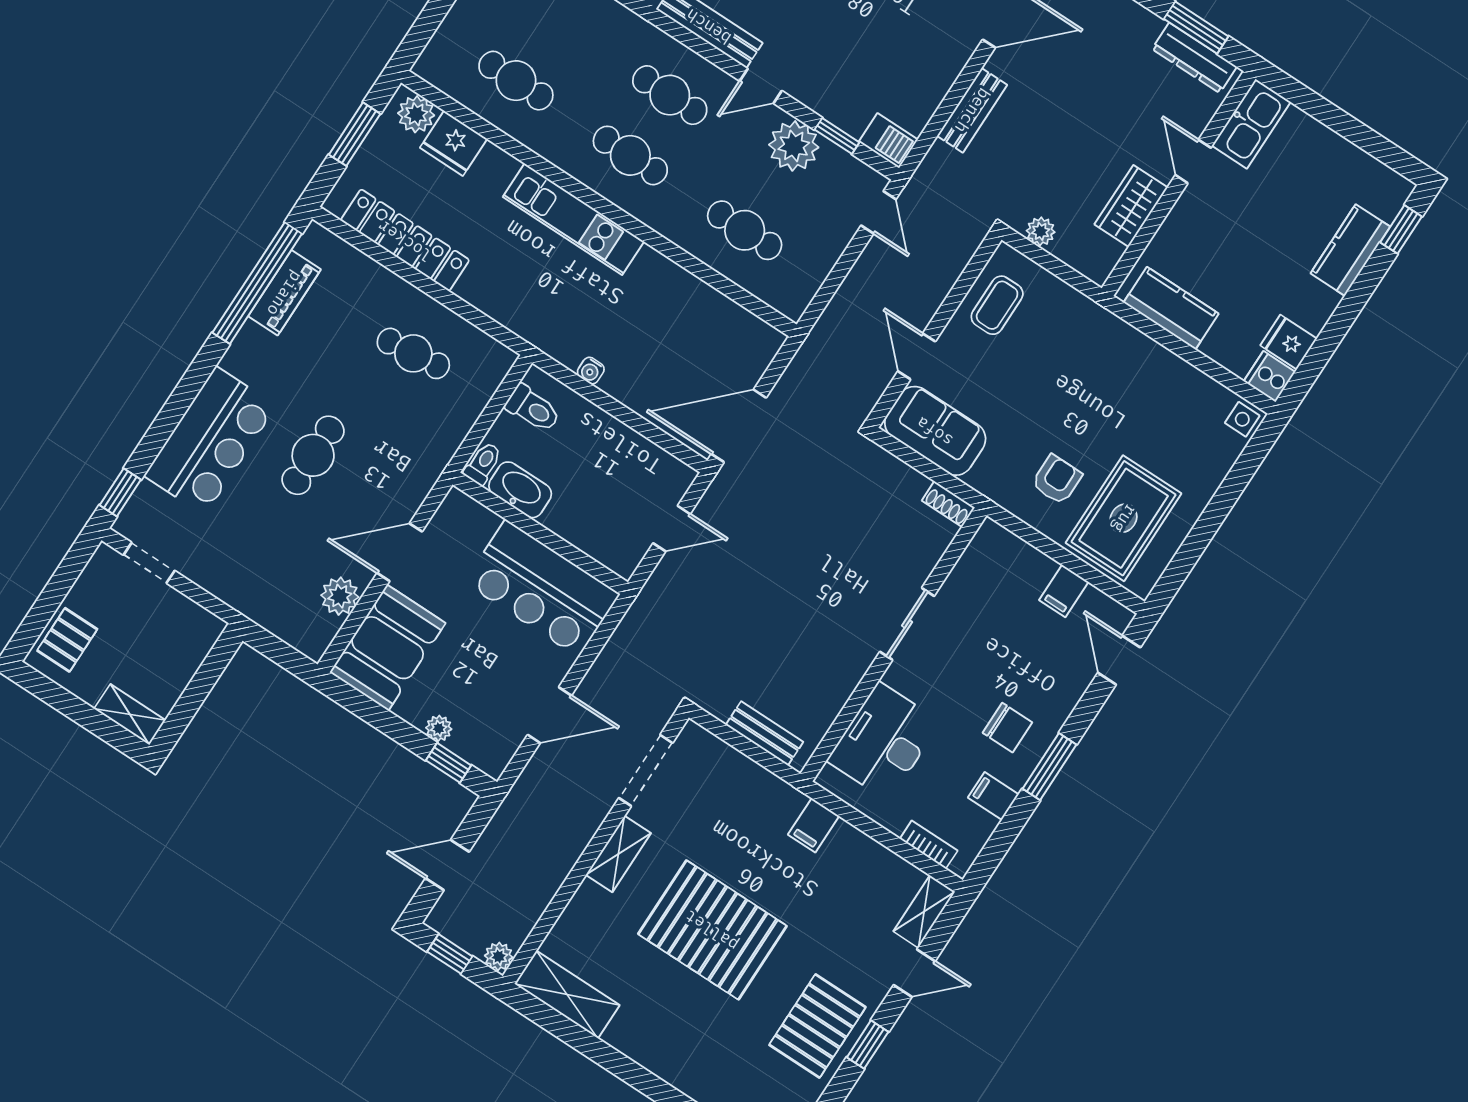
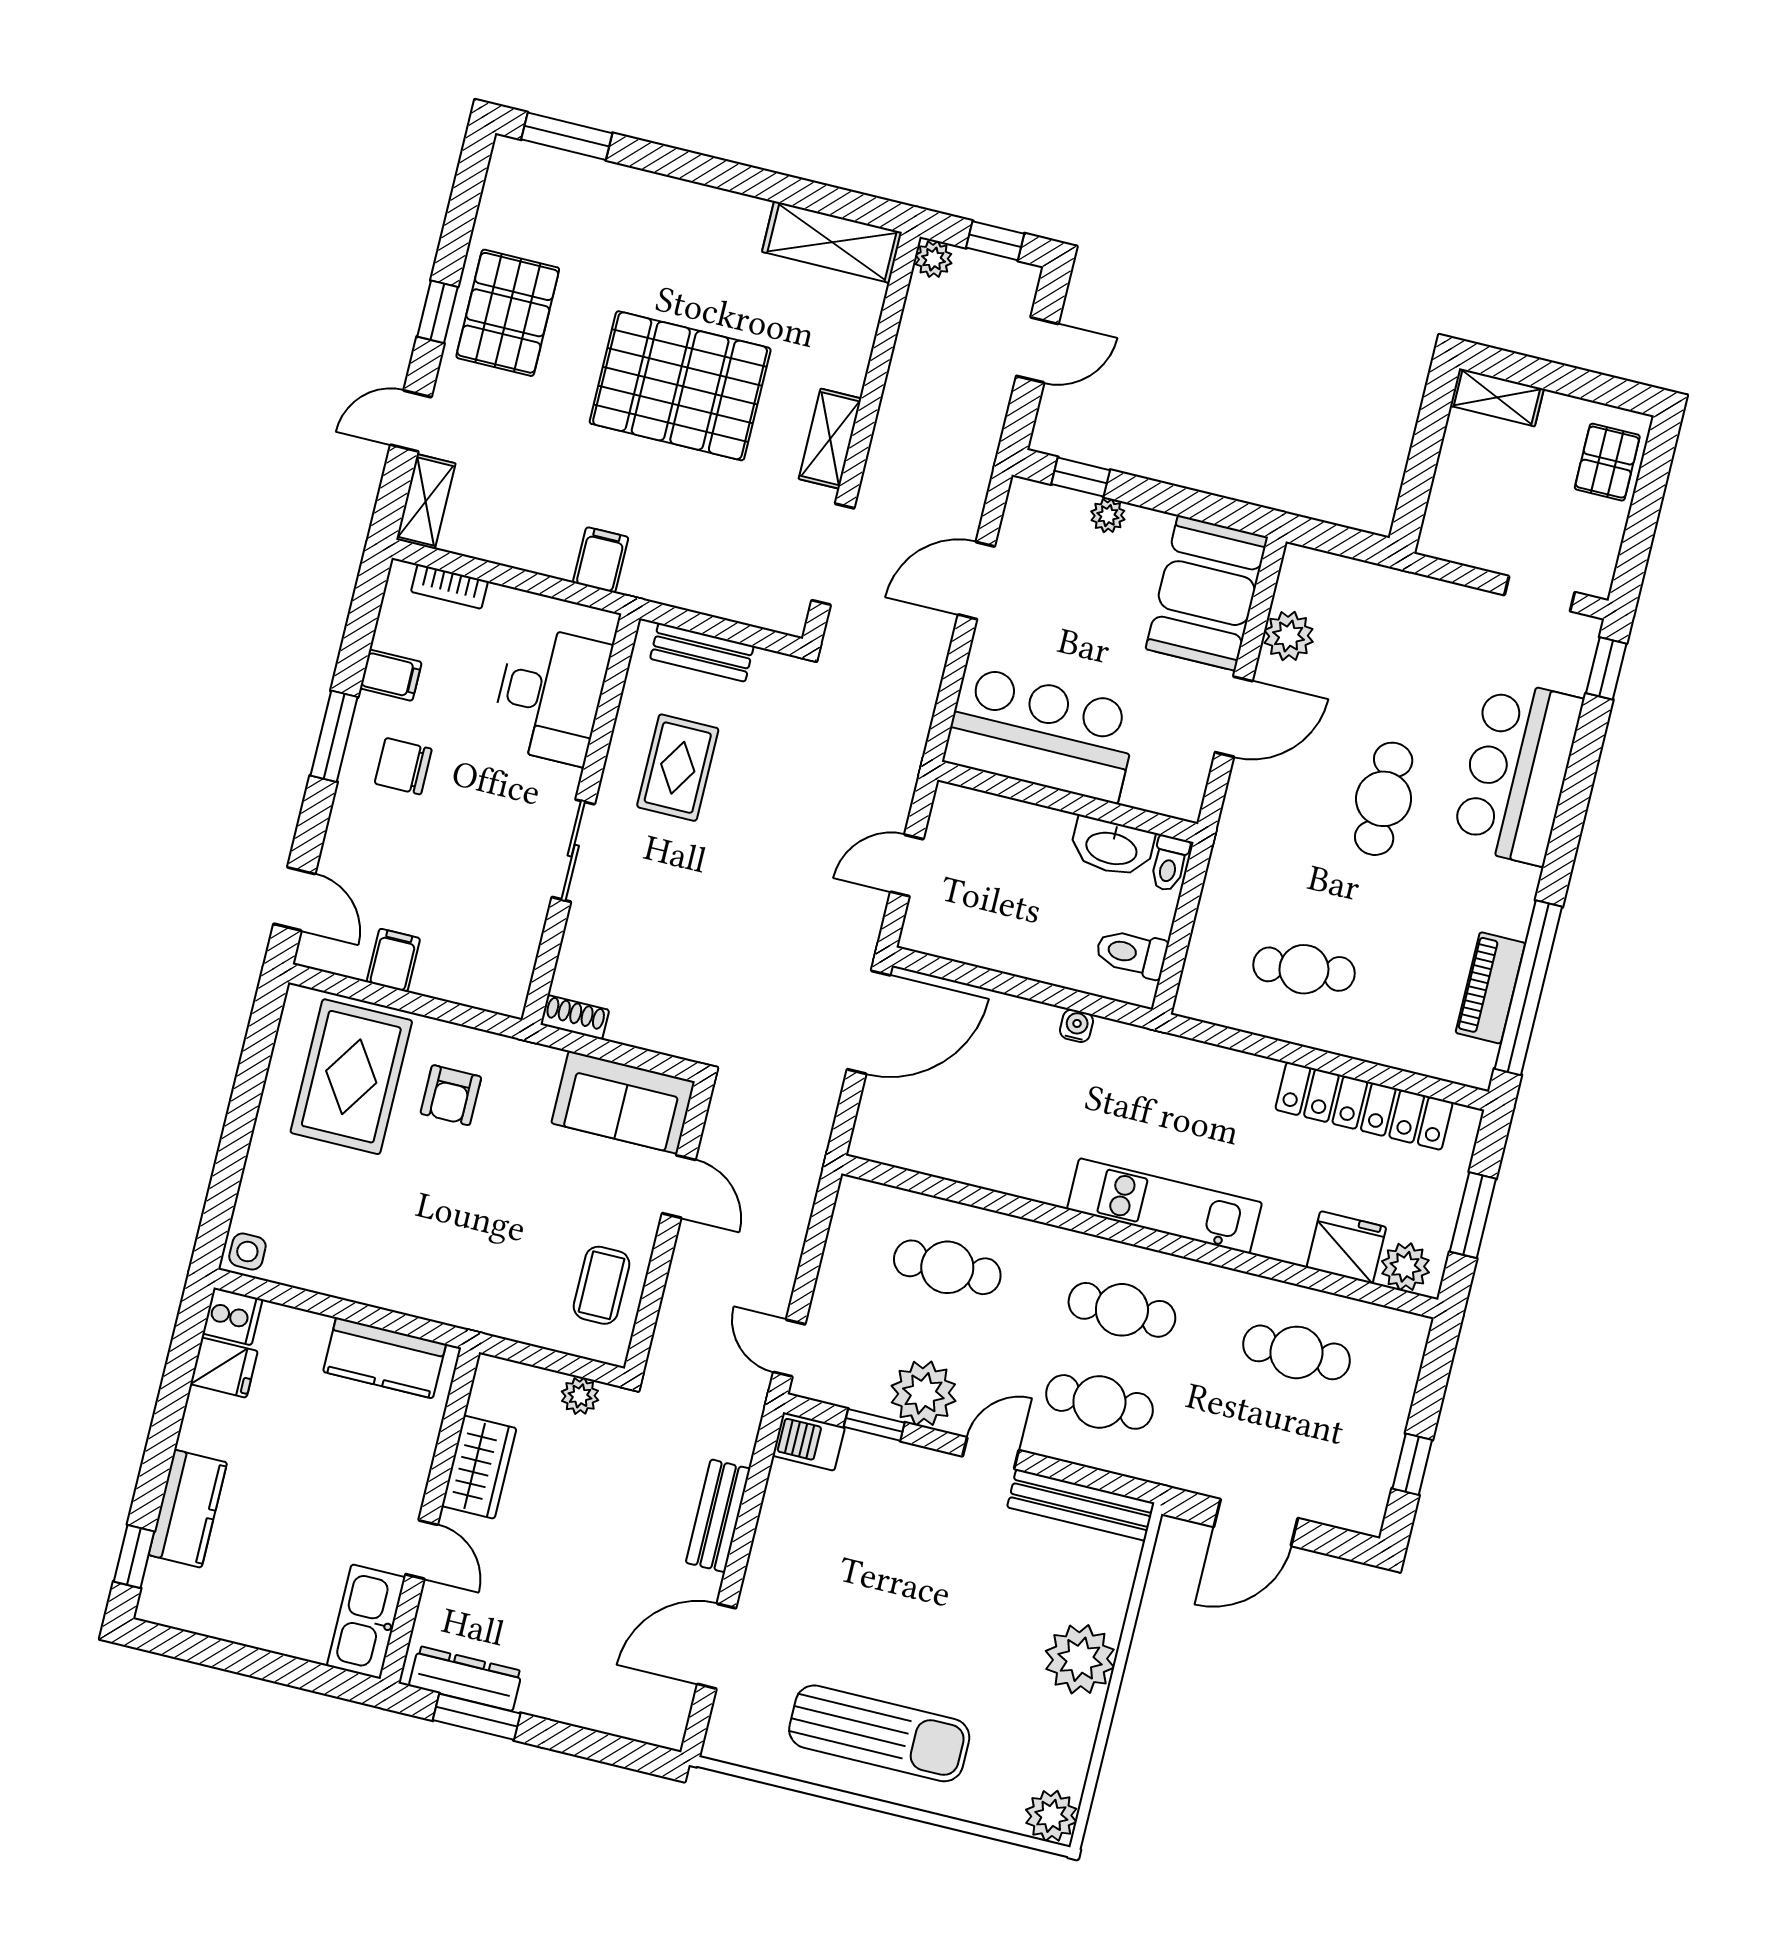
rug: (811, 657) -> (678, 768), added

